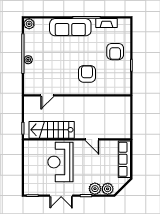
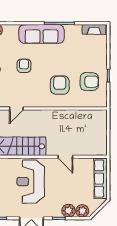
fireplace: (106, 23) -> (94, 29), moved
armchair: (115, 52) -> (89, 82), moved, turned -90
armchair: (54, 56) -> (24, 66), added

